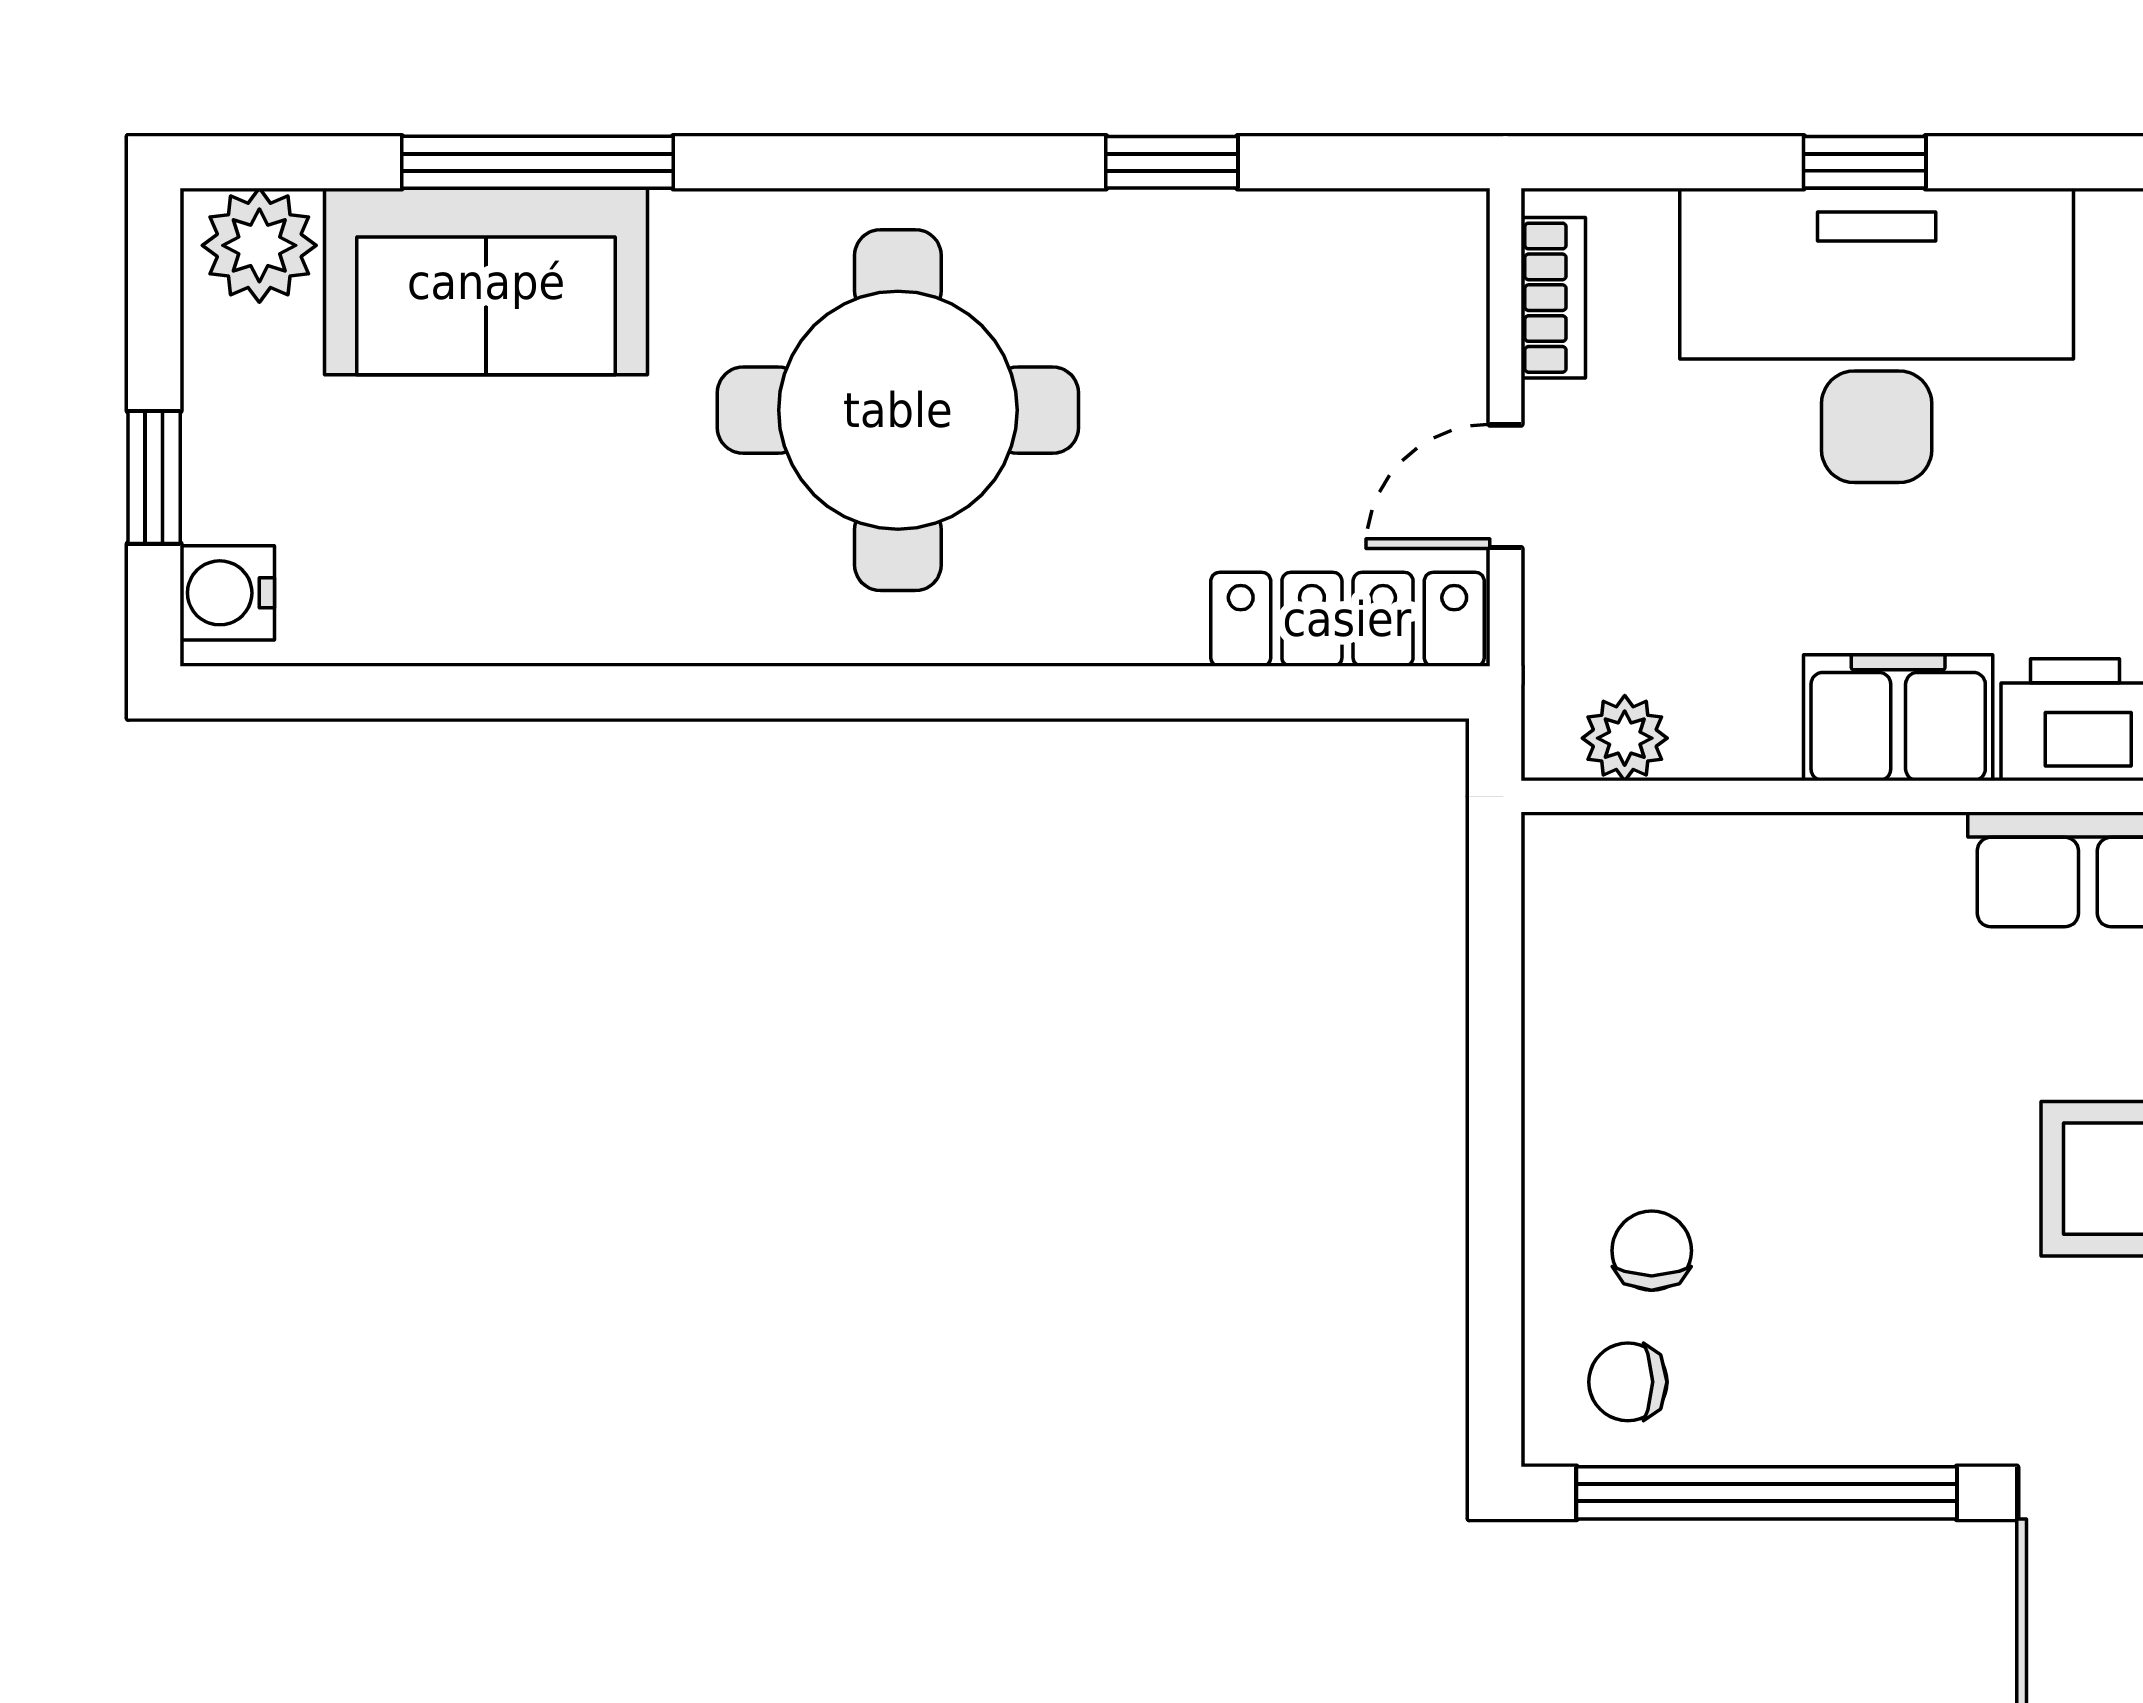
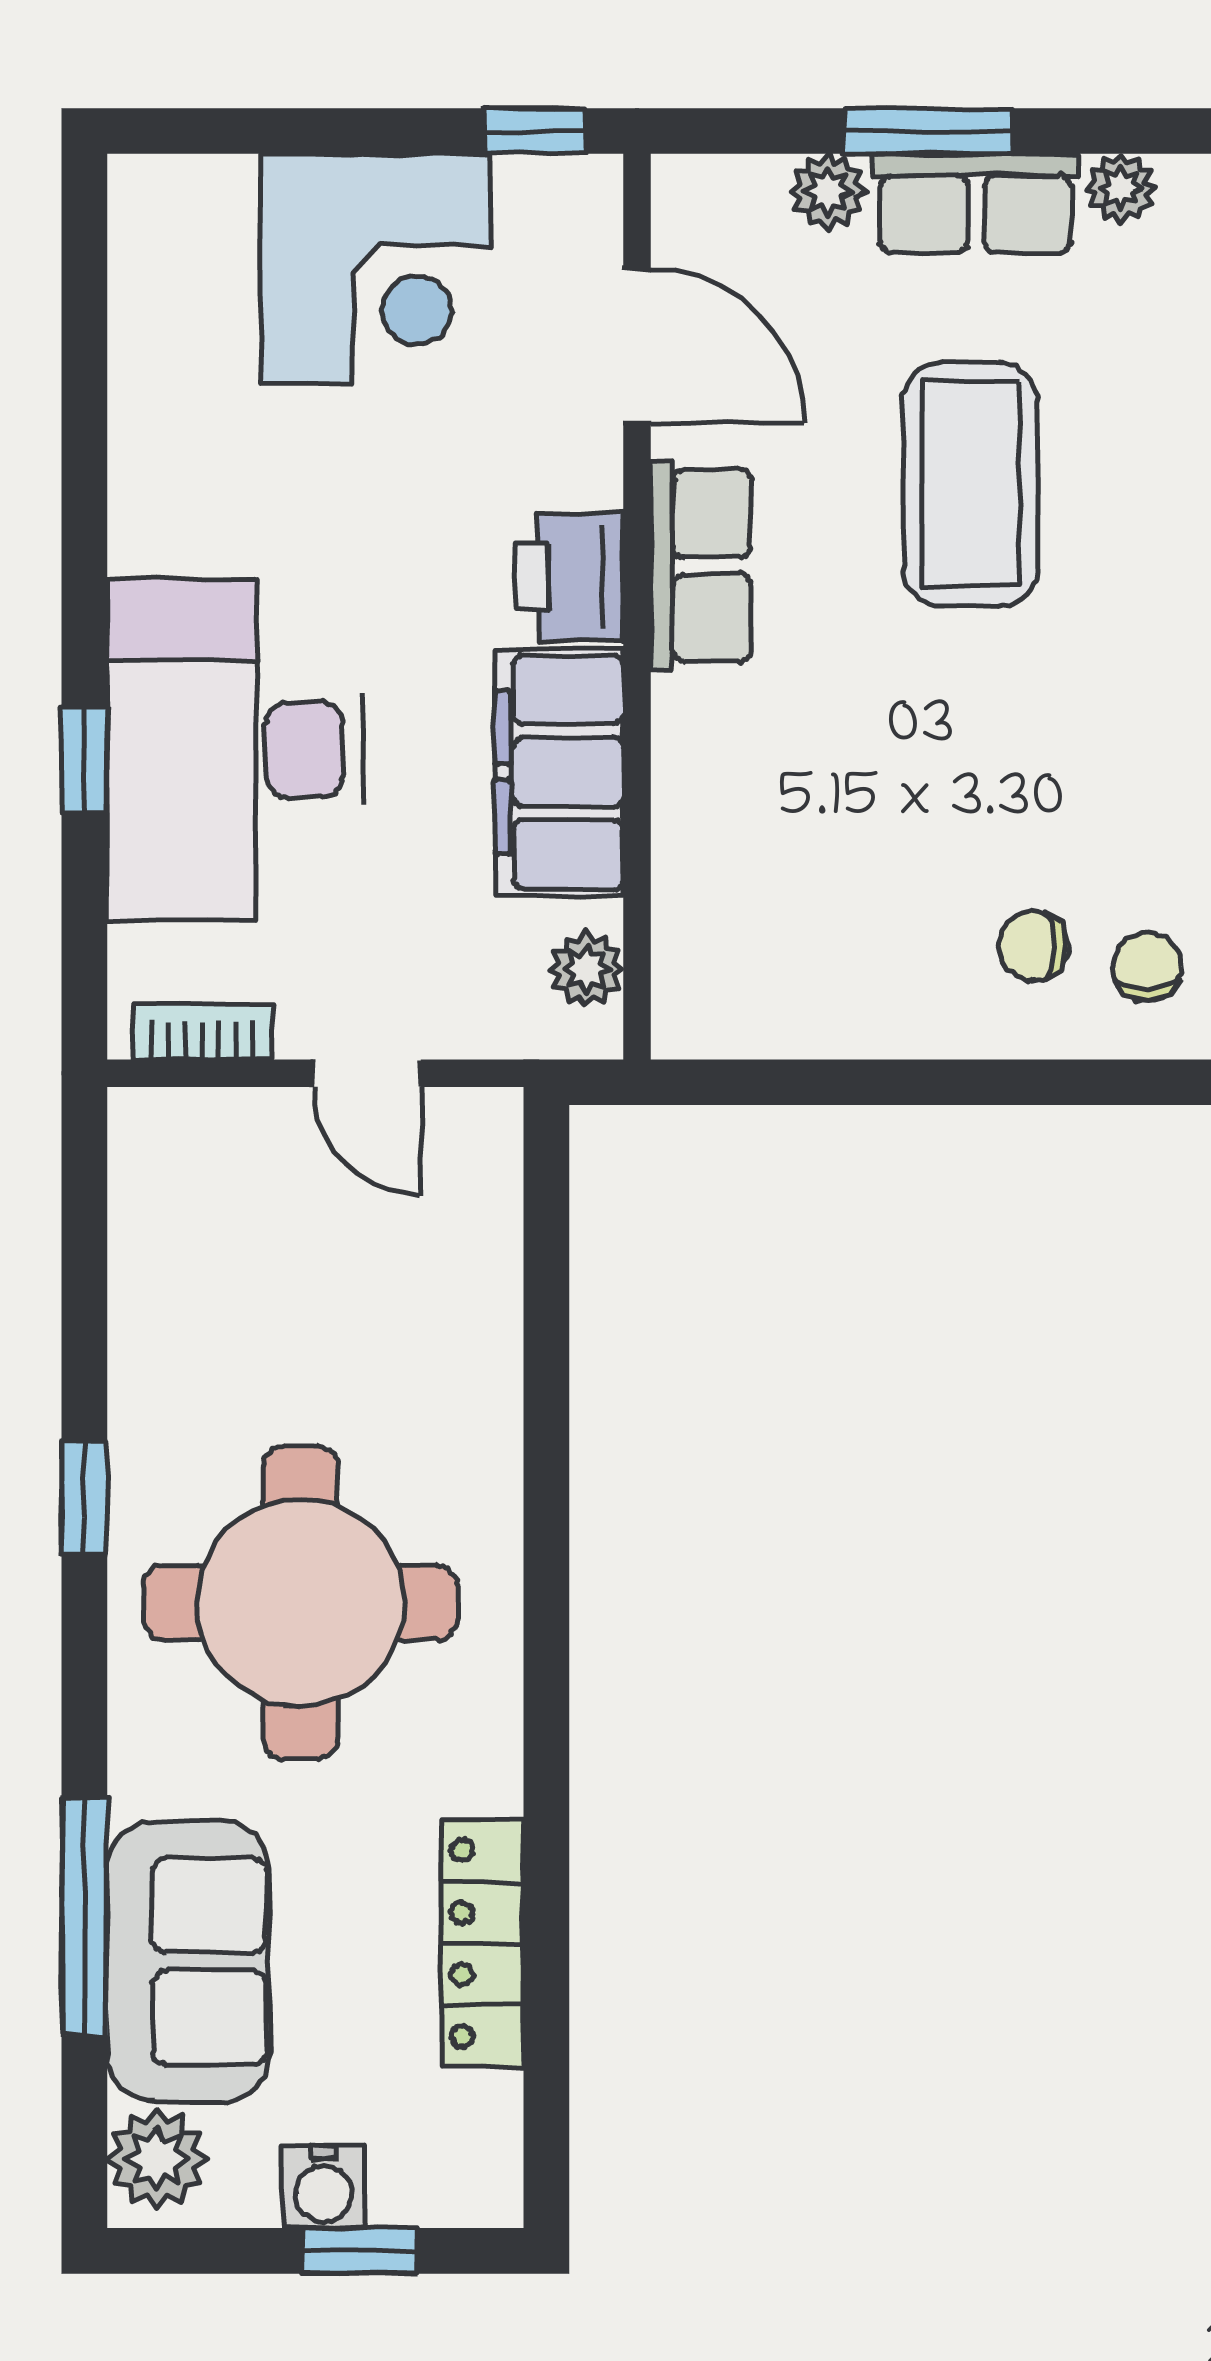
window: (1172, 162) -> (84, 1497), moved
water cooler: (227, 593) -> (324, 2187), moved
locker: (1347, 619) -> (483, 1944), moved
filing cabinet: (1898, 718) -> (559, 772), width x1.50, depth x1.17
chair: (1628, 1382) -> (1147, 967), turned 180

